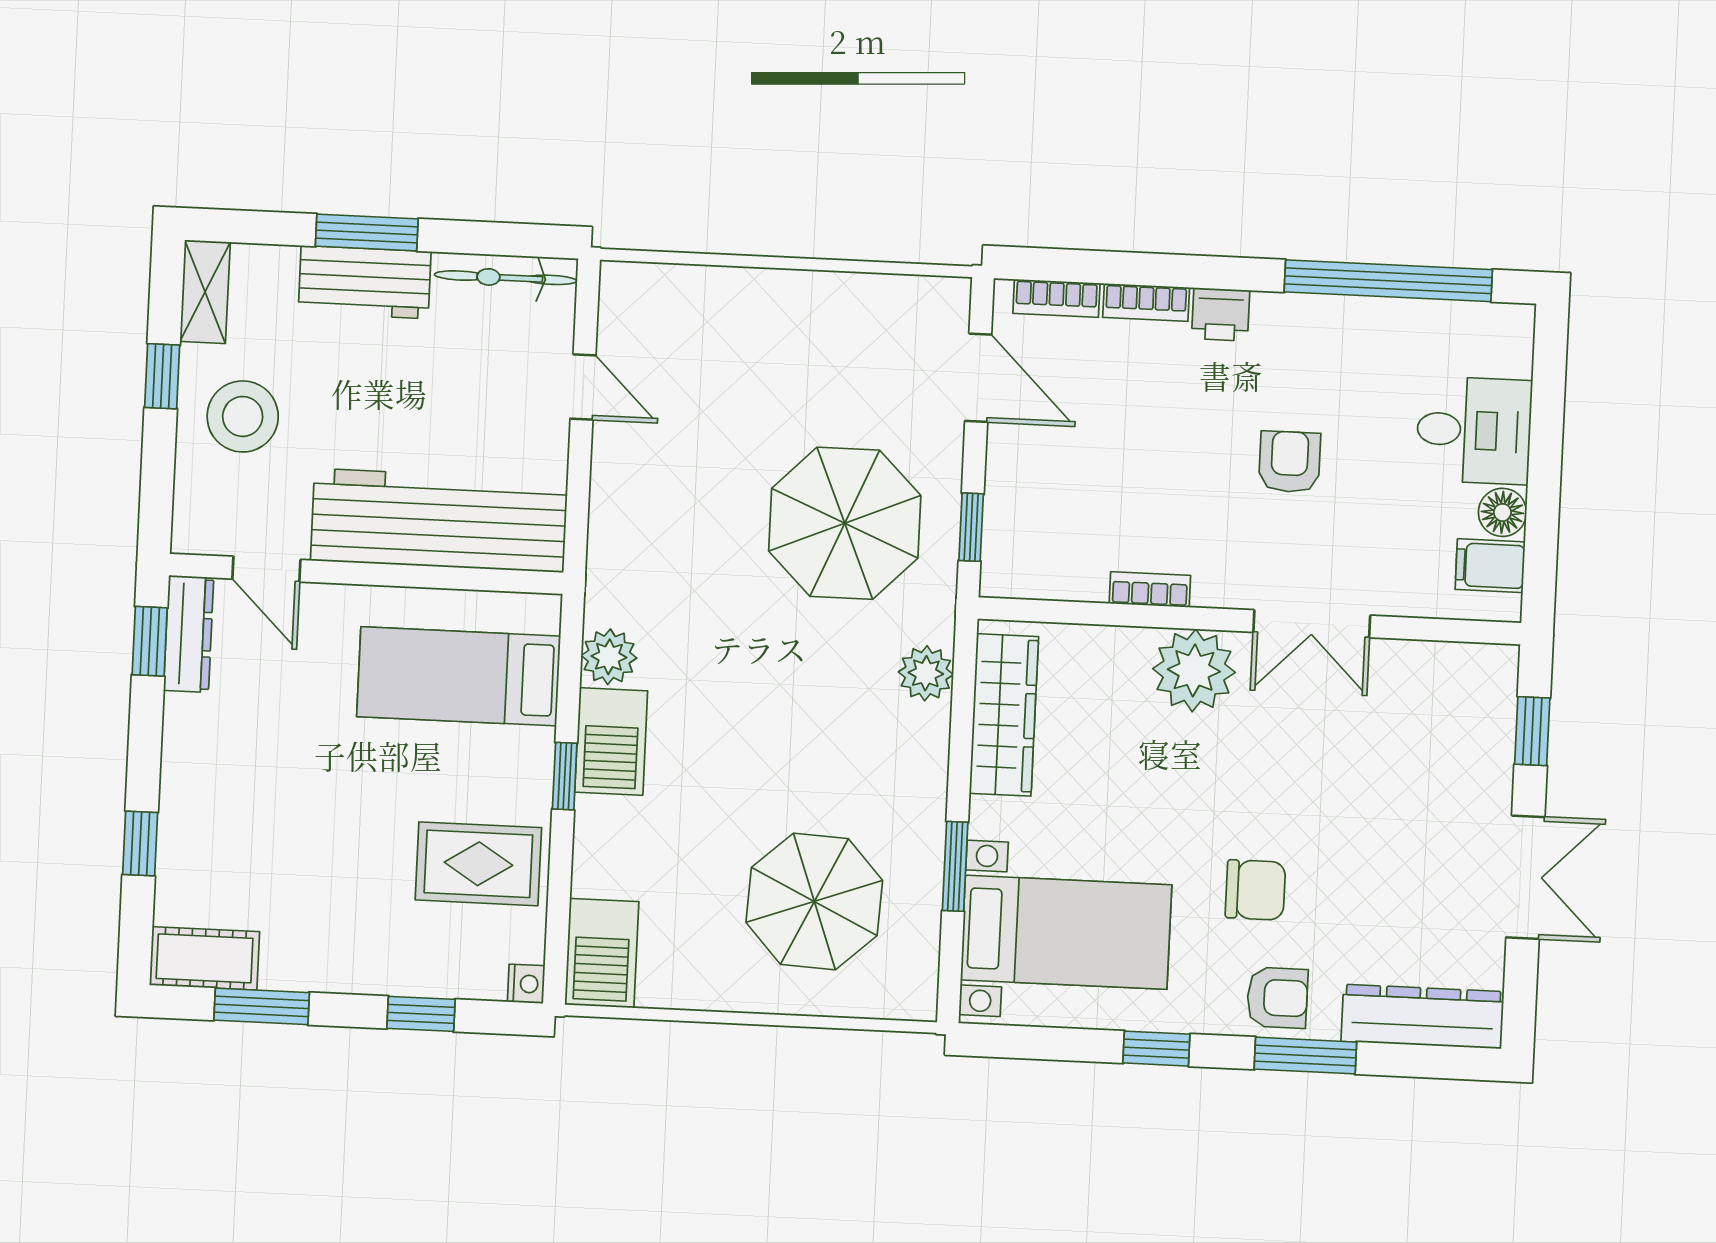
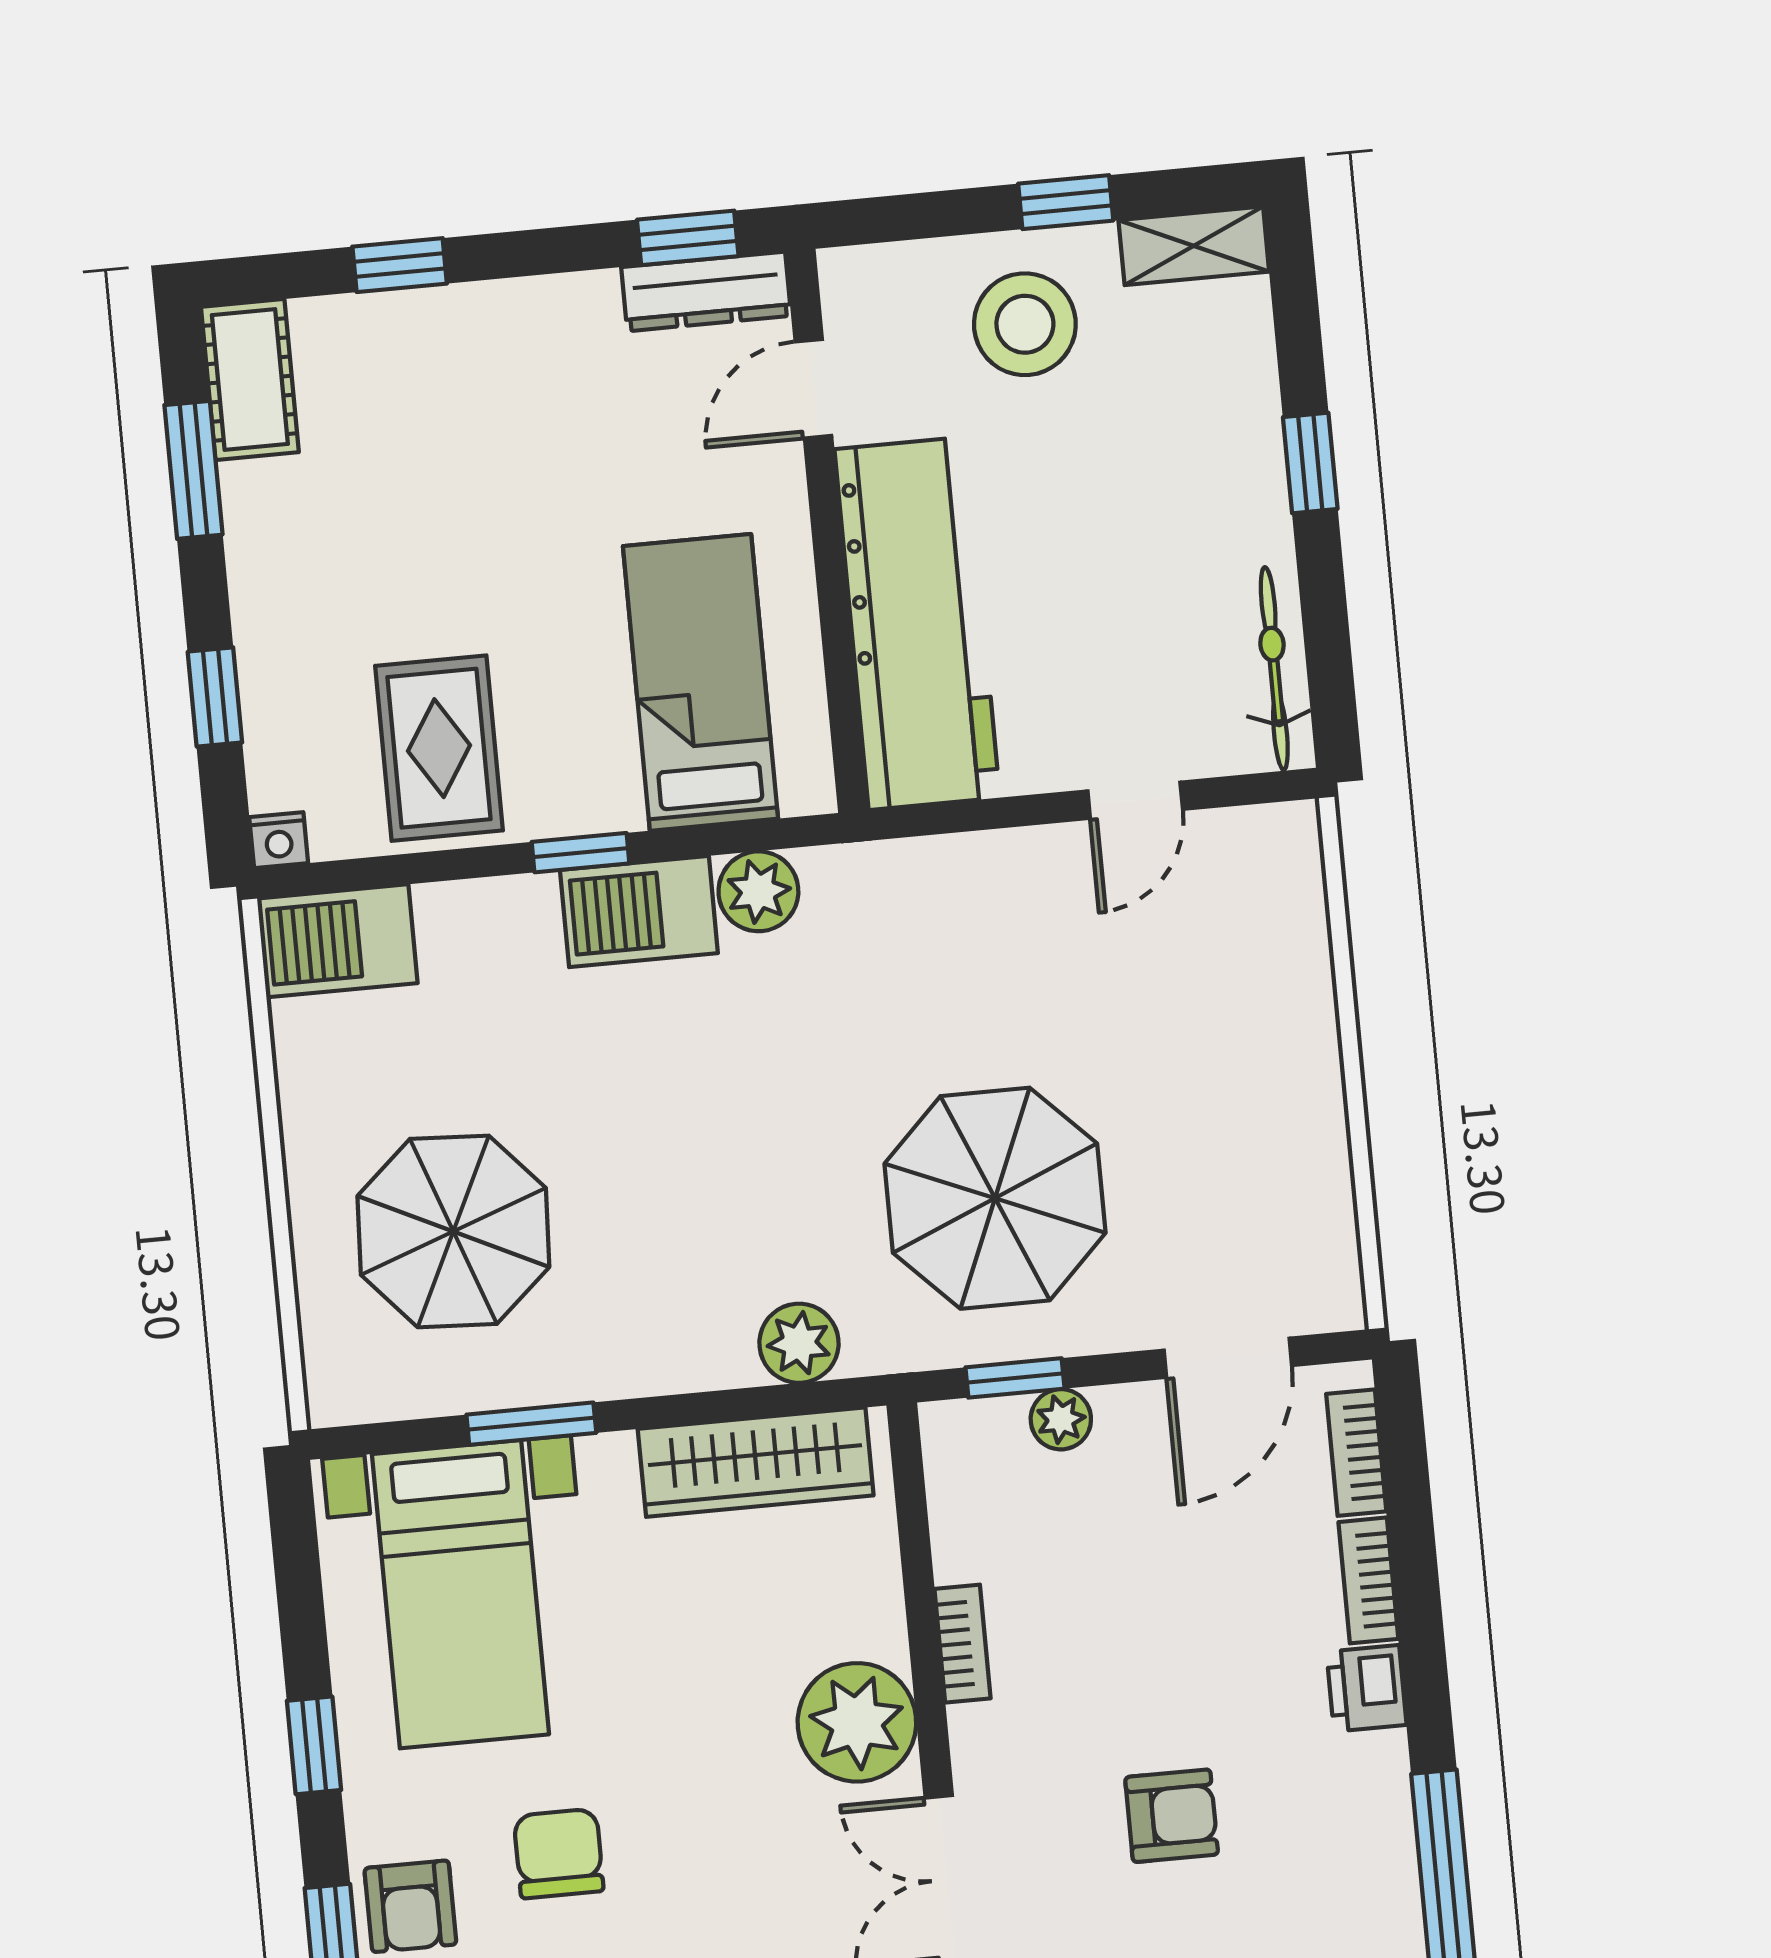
window: (367, 233) -> (1310, 463), width x0.67
workbench: (365, 282) -> (1240, 470), removed
plant: (1004, 499) -> (1061, 1419), added
chair: (1255, 890) -> (559, 1853), turned 180

